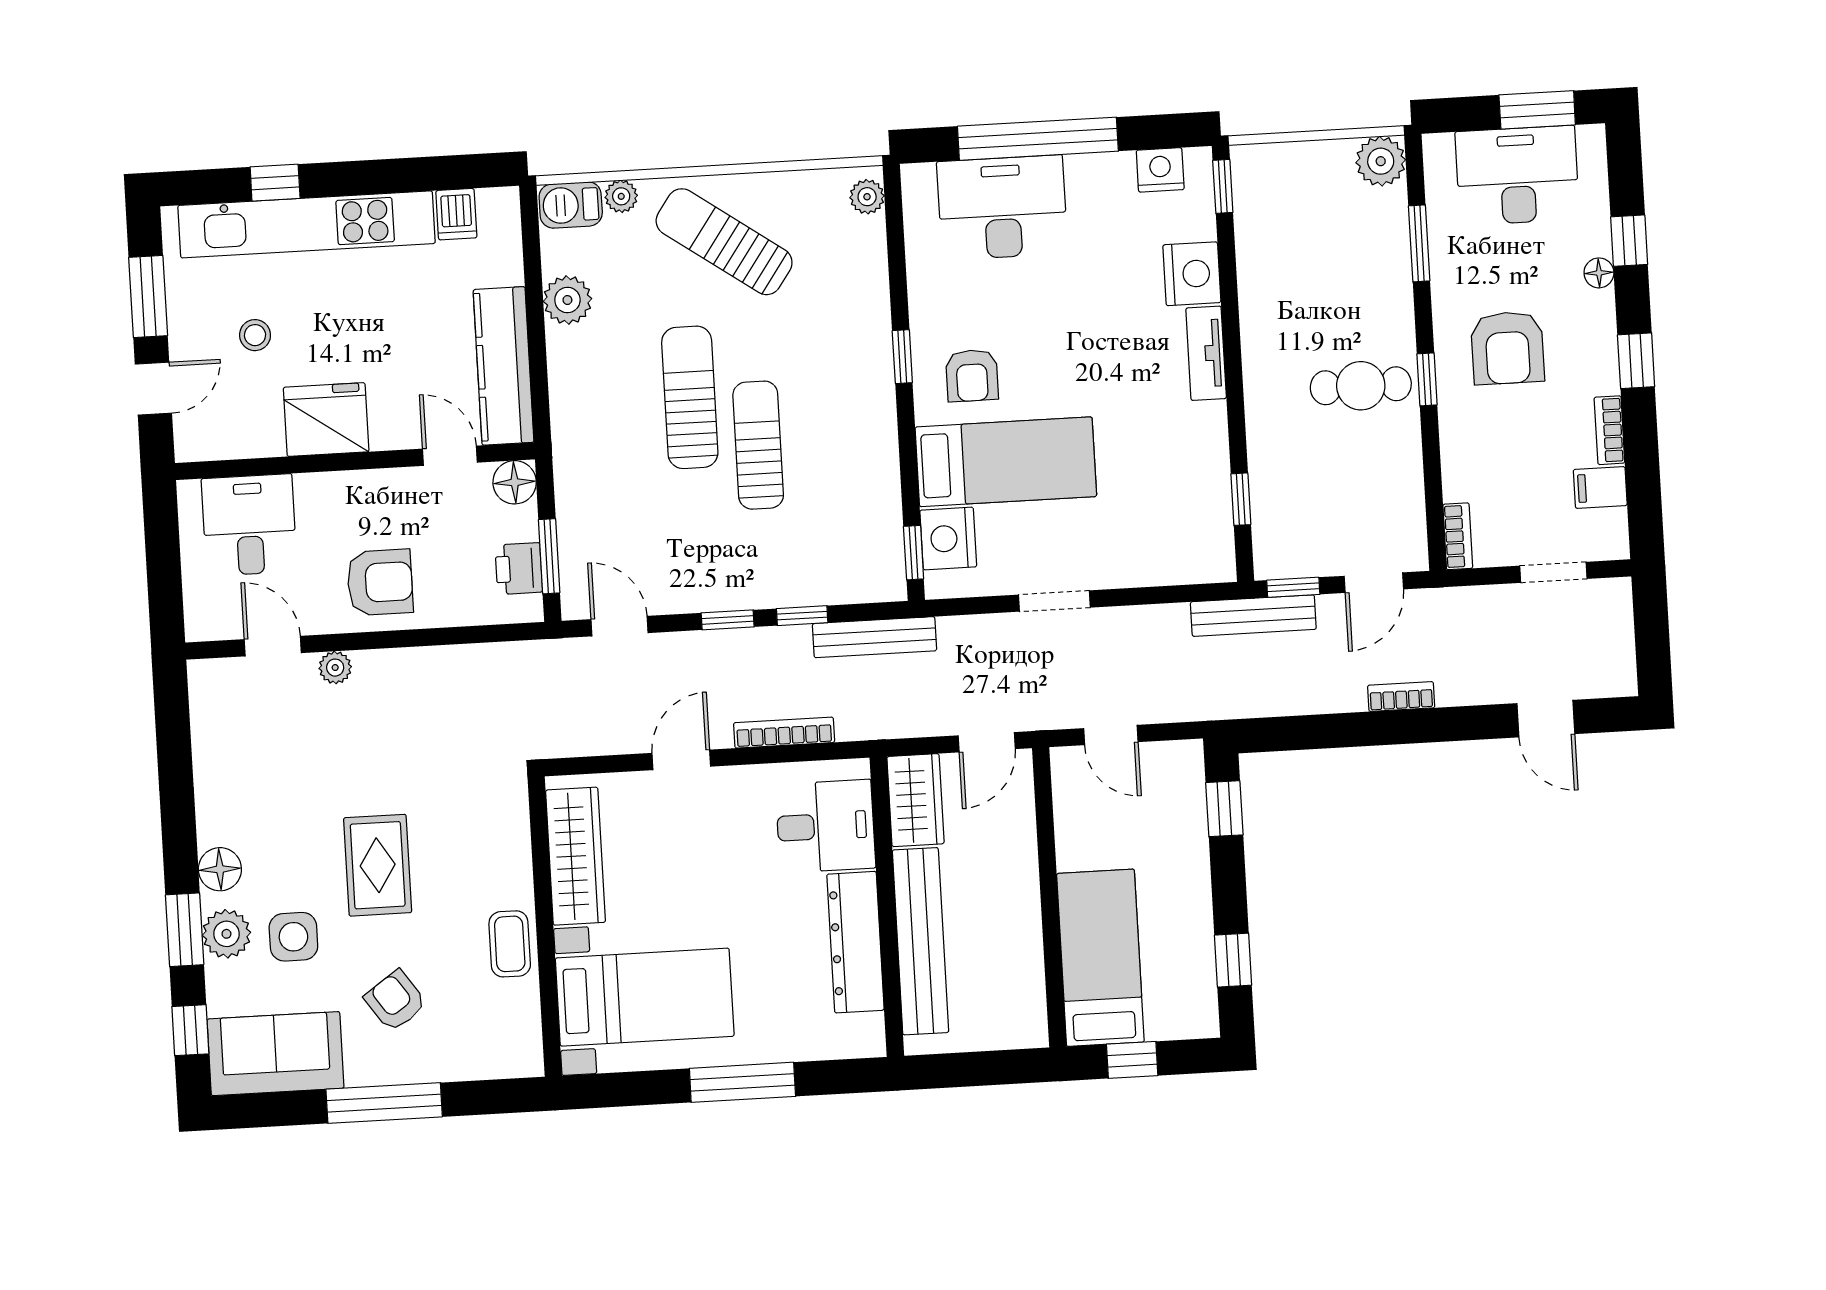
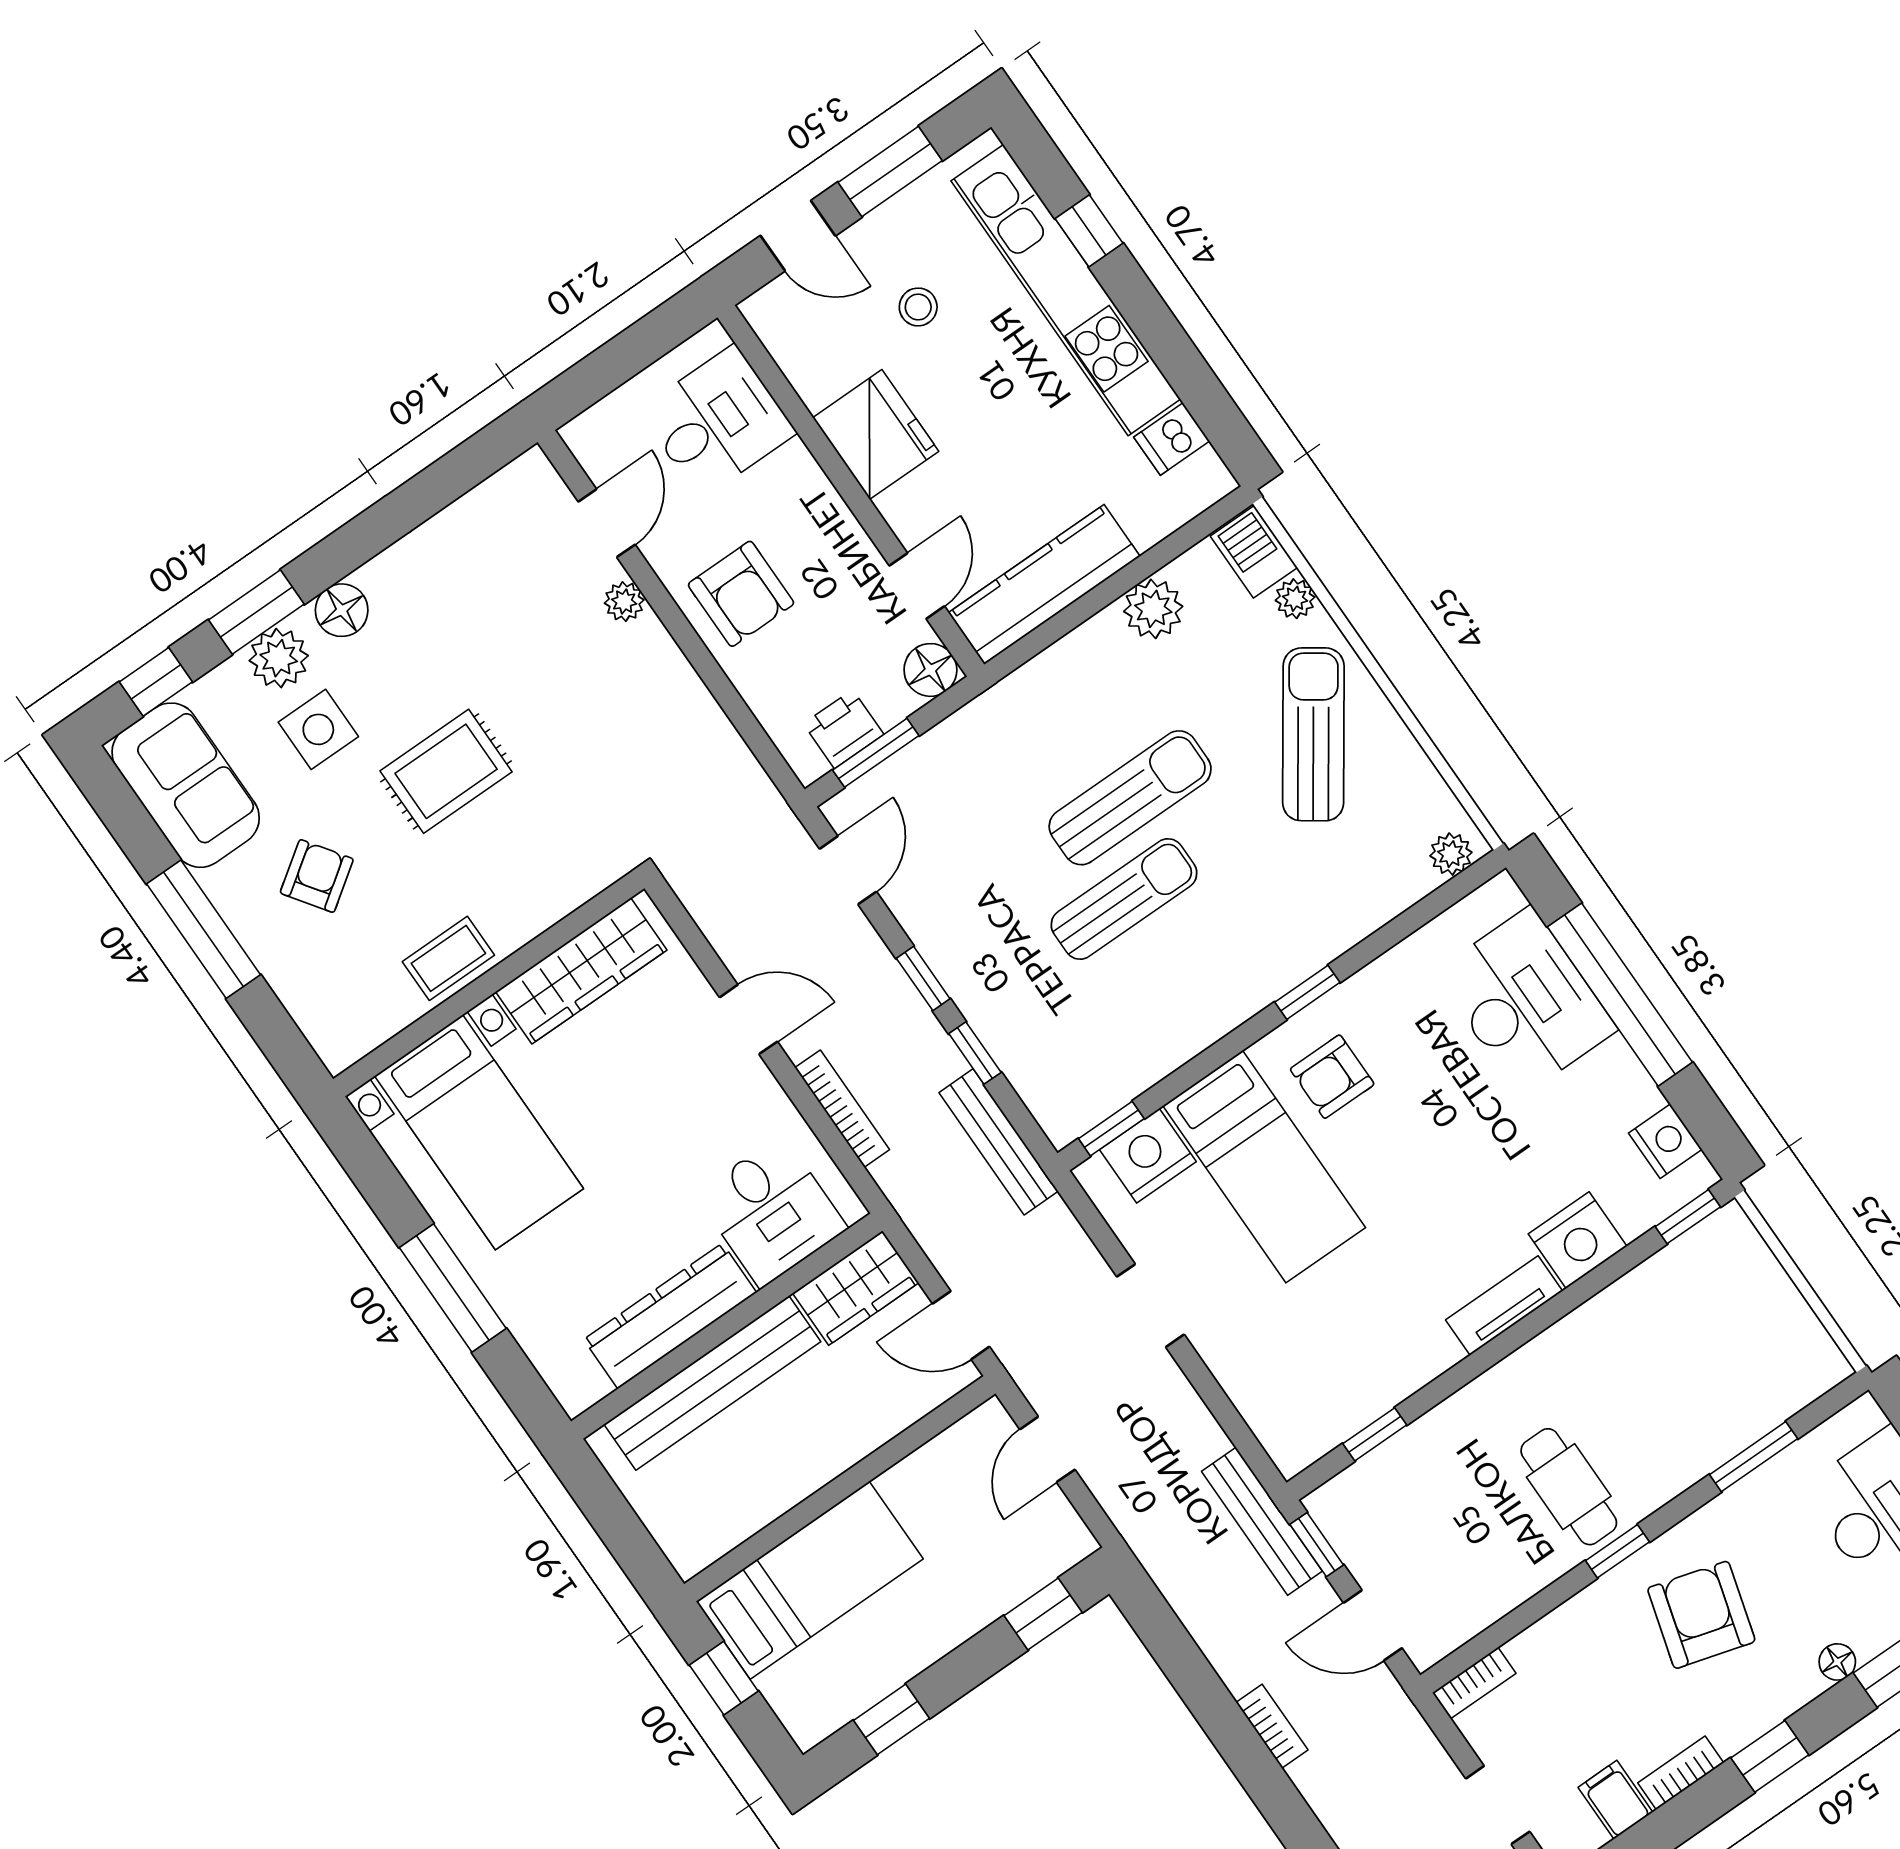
plant: (1381, 161) -> (1814, 1365), removed
armchair: (1508, 348) -> (1701, 1615), turned 106

